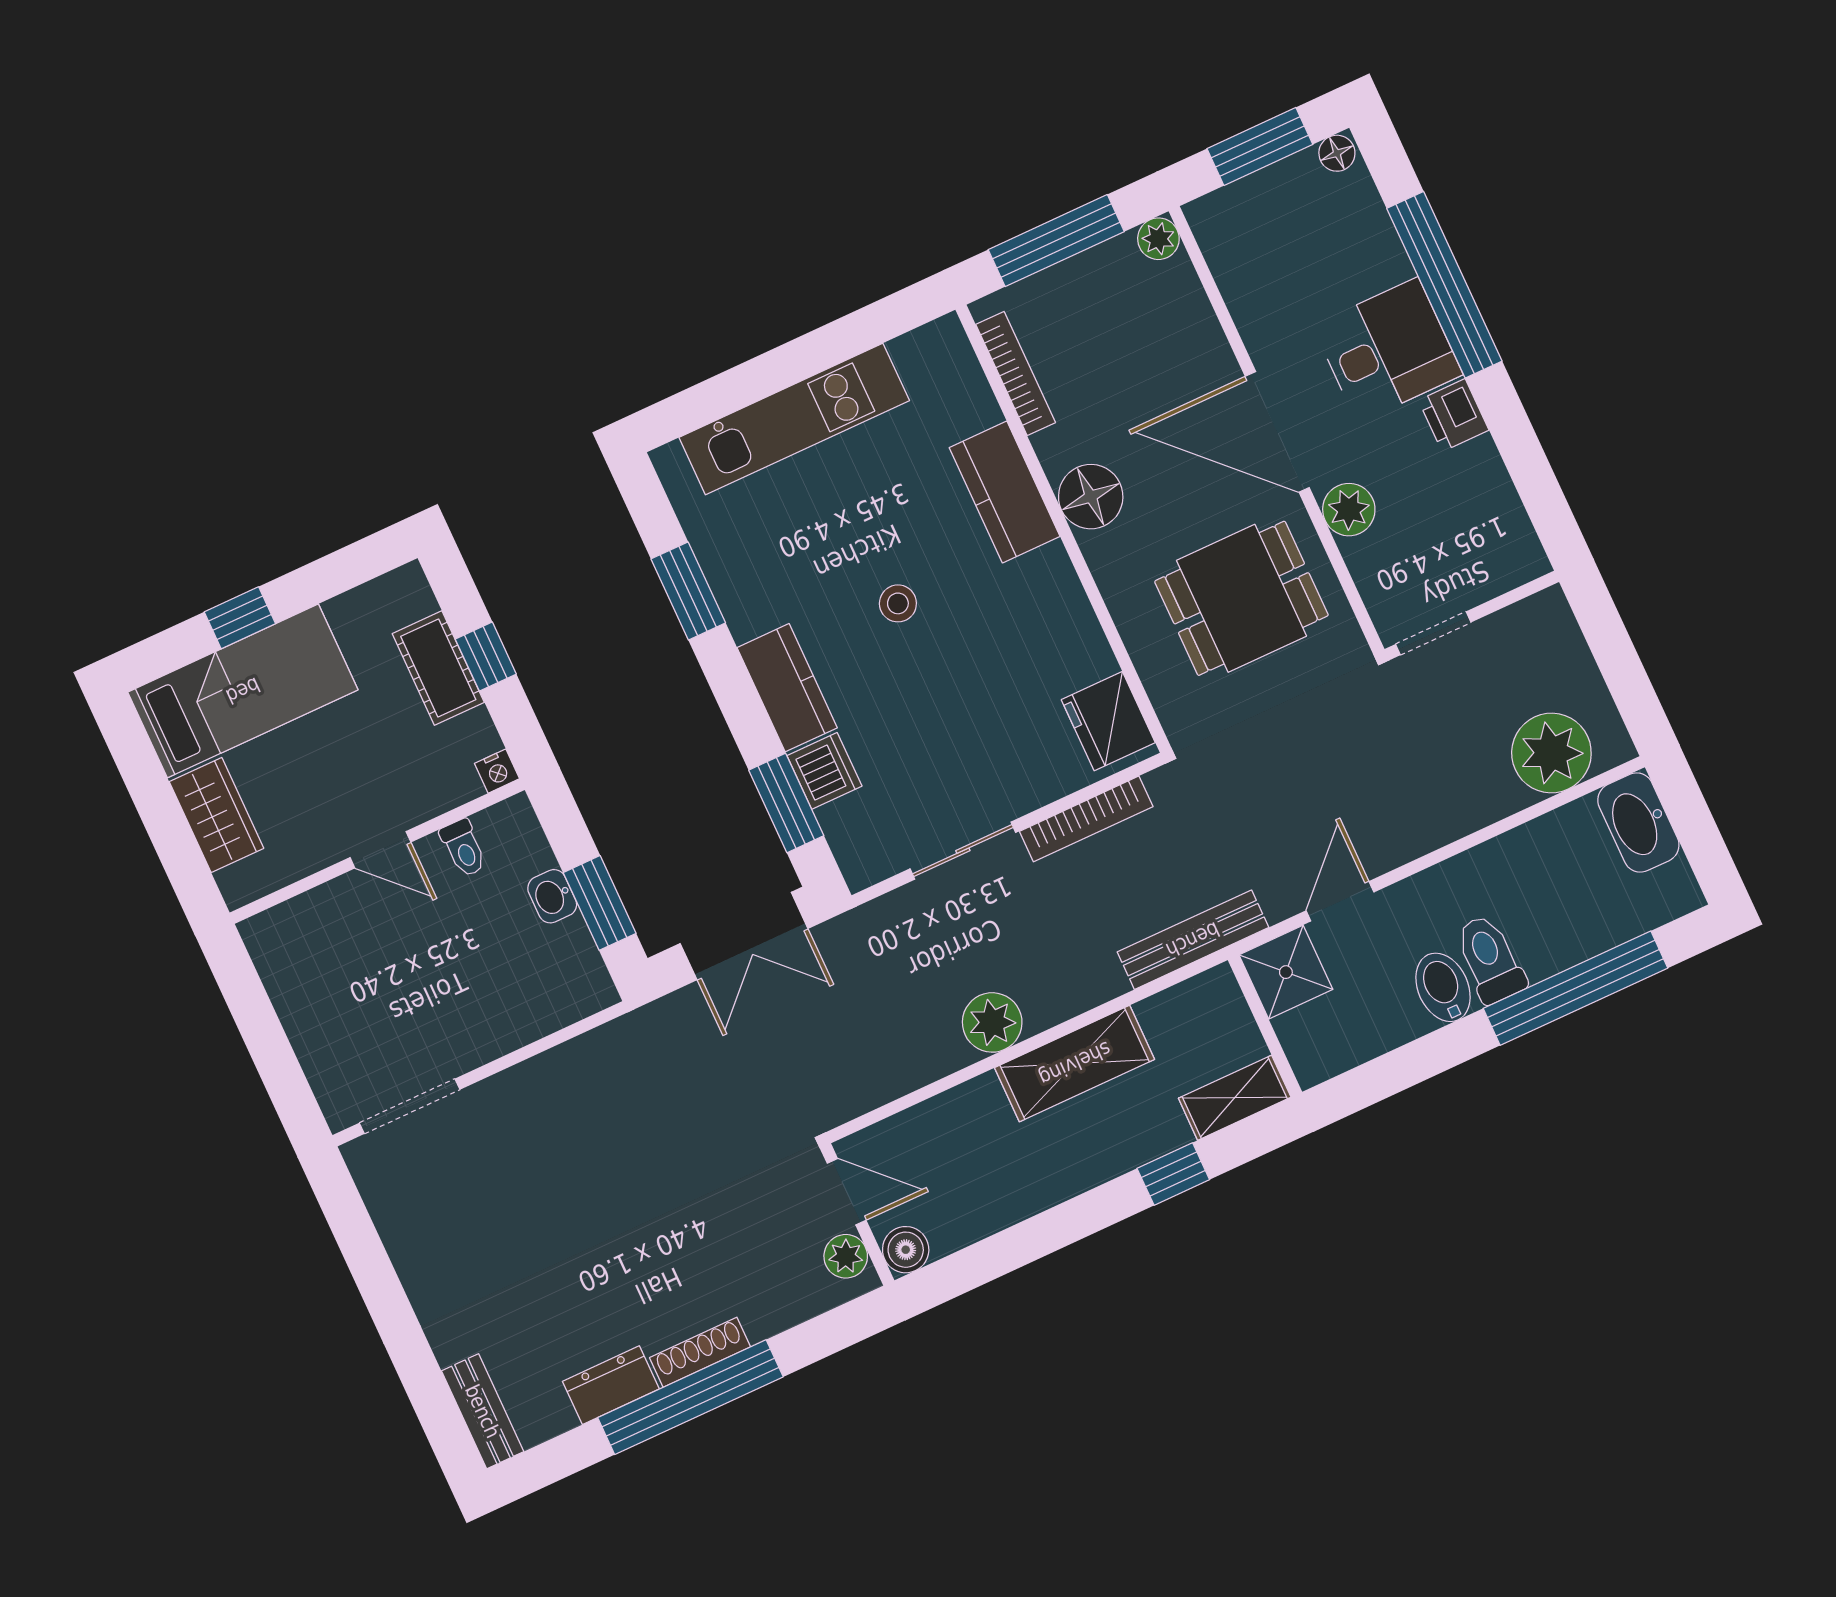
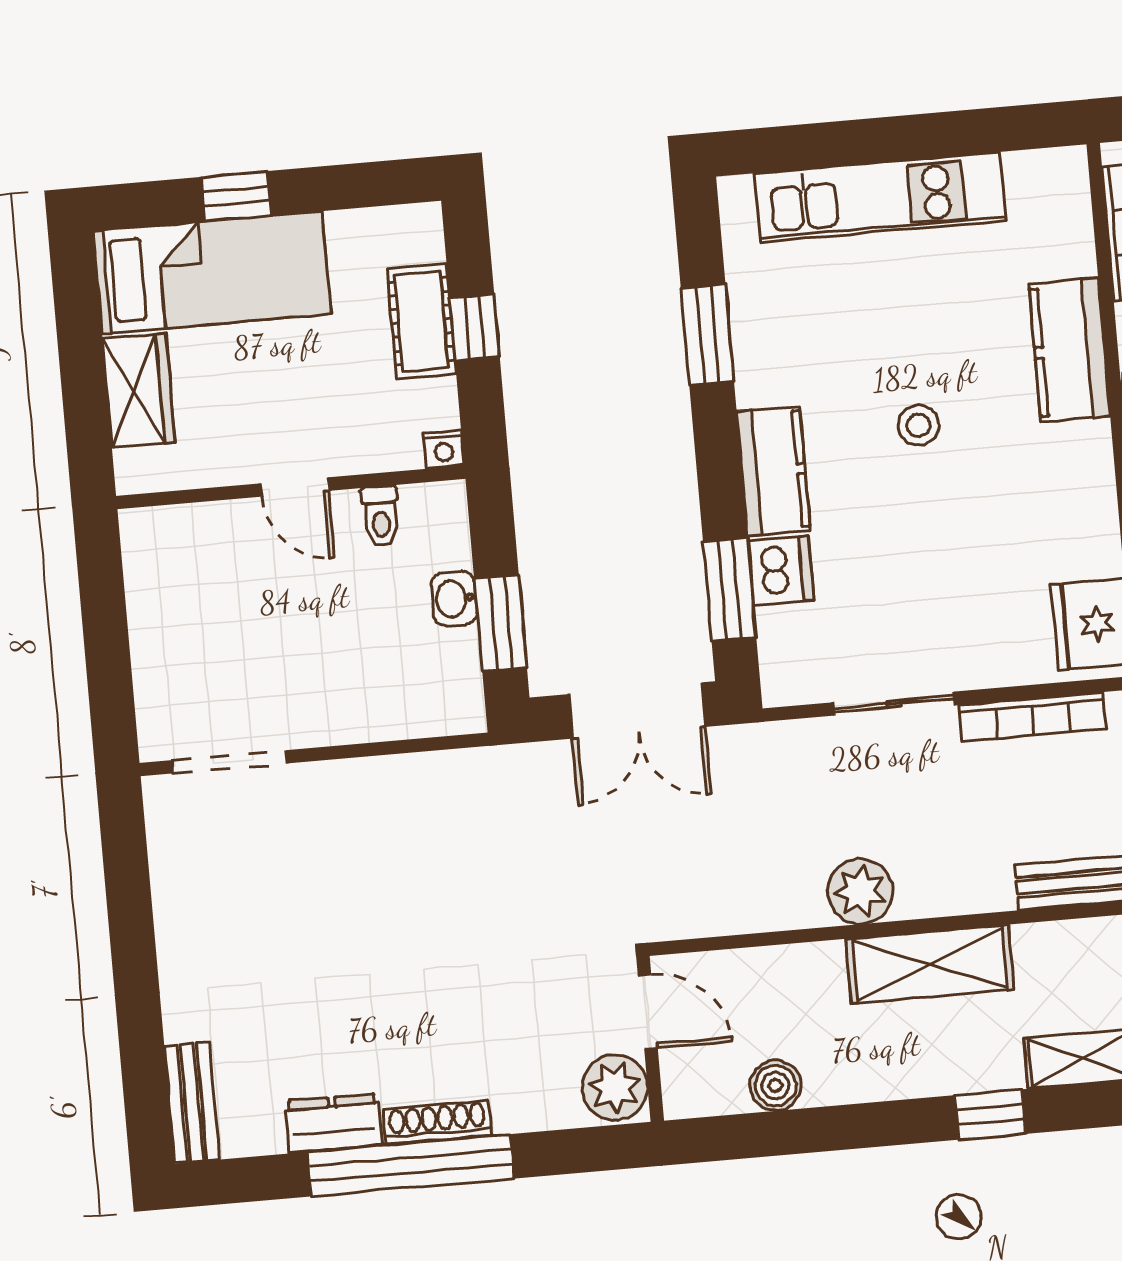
boiler: (906, 1250) -> (775, 1086), moved
plant: (846, 1256) -> (615, 1087), width x1.38, depth x1.38

